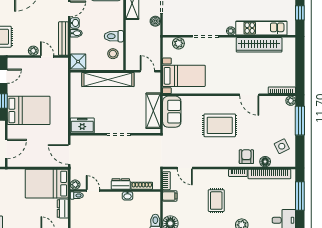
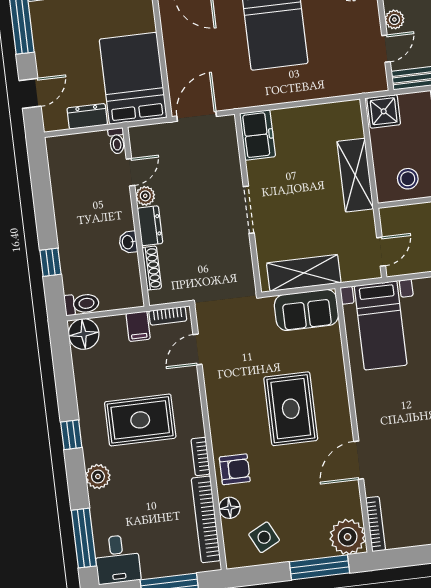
shelving: (108, 79) -> (355, 175), width x0.68
plant: (291, 101) -> (348, 537), width x1.88, depth x1.88
plant: (75, 185) -> (145, 196), moved
rug: (216, 201) -> (140, 420), width x1.36, depth x1.43

